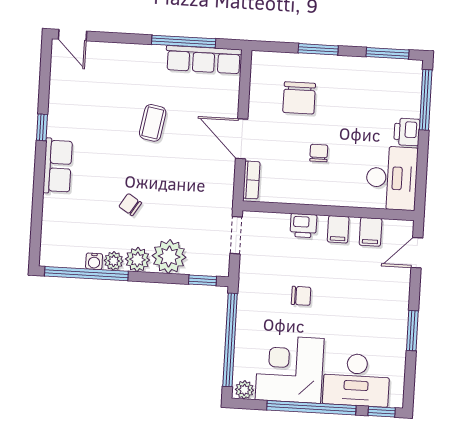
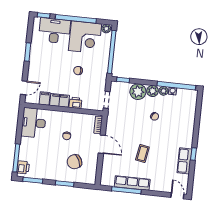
row of seats: (204, 60) -> (132, 183), moved
chair: (299, 98) -> (74, 162), turned -116
printer: (407, 132) -> (23, 167), moved
row of seats: (58, 166) -> (184, 161), moved
filing cabinet: (338, 229) -> (59, 100), width x2.00

